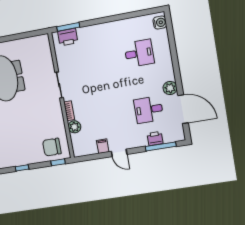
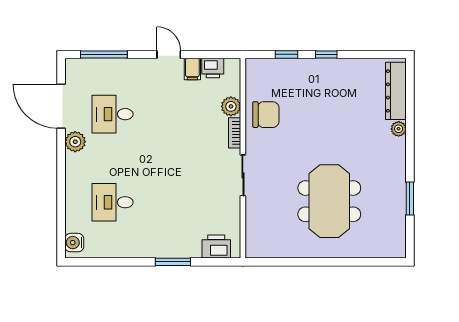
window: (68, 27) -> (173, 262), moved
desk: (149, 110) -> (113, 114), turned 180
printer: (155, 139) -> (213, 68), moved
chair: (52, 147) -> (266, 115), moved
window: (58, 162) -> (286, 54), moved

